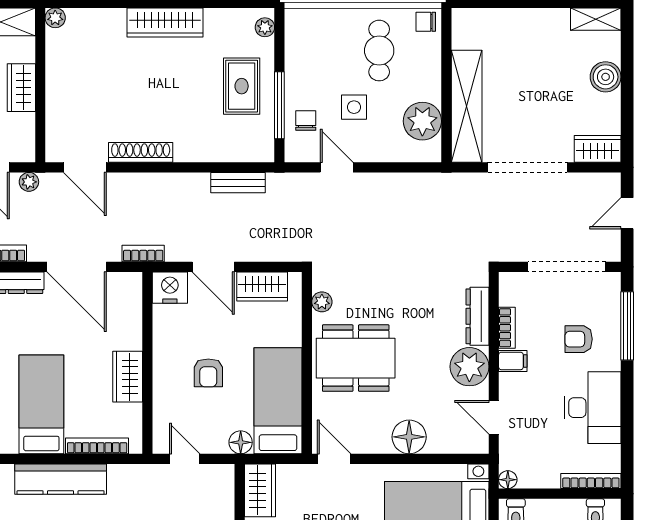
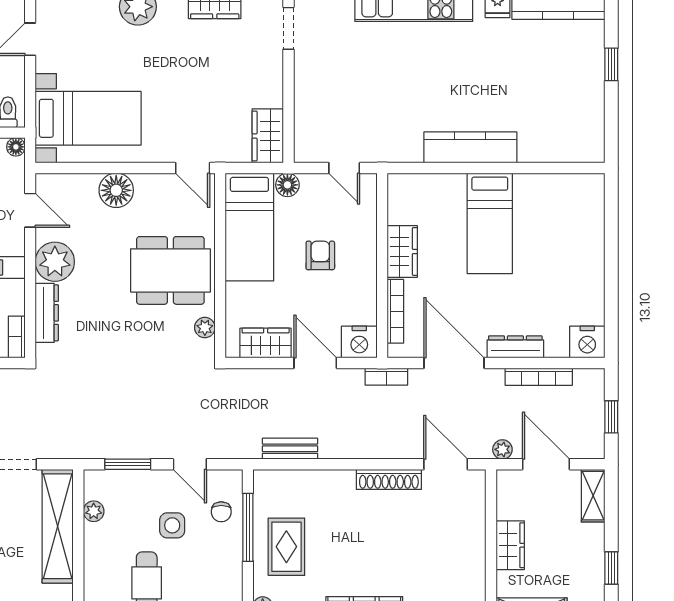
plant: (422, 121) -> (94, 511), width x0.53, depth x0.53
window: (398, 167) -> (128, 464), added
bookcase: (507, 328) -> (17, 337), moved
bookcase: (97, 446) -> (395, 311), moved, turned -90

